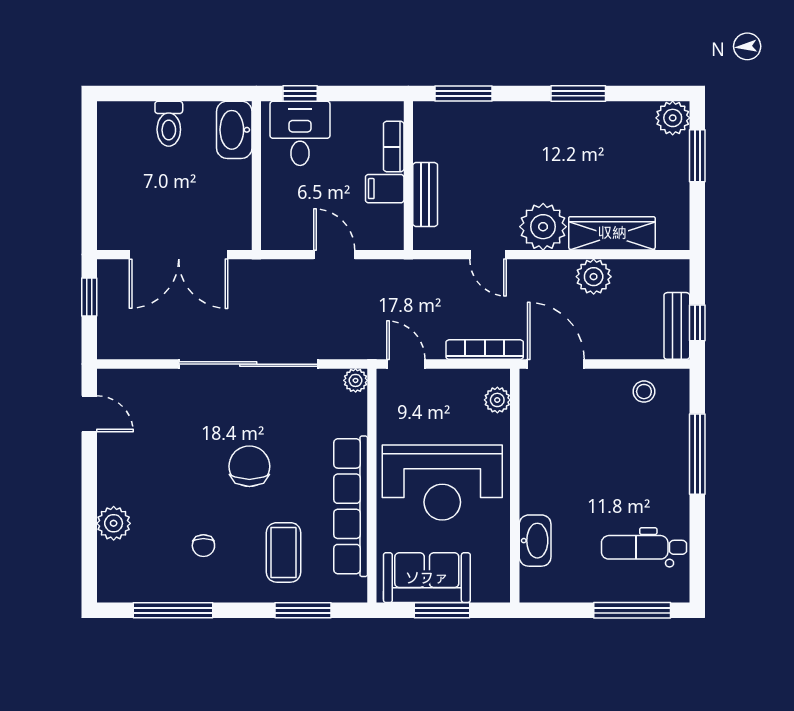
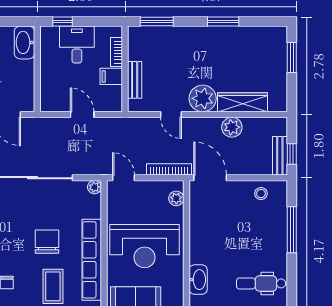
plant: (673, 118) -> (278, 36), removed
desk: (300, 133) -> (77, 44), moved
chair: (249, 466) -> (47, 242), moved

